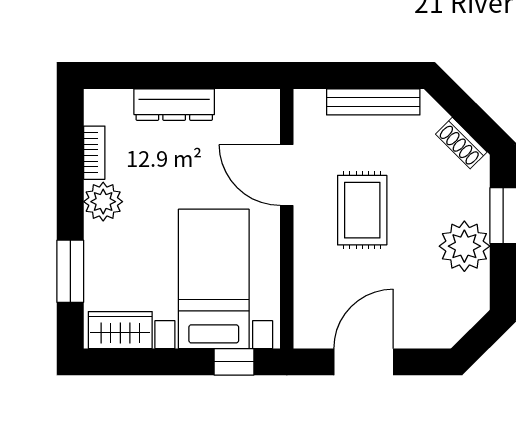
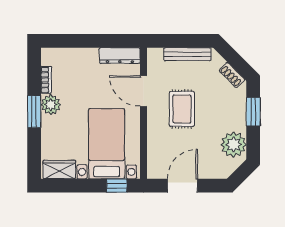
dresser: (174, 105) -> (120, 55), moved
plant: (464, 246) -> (234, 145), moved
window: (70, 271) -> (34, 112), moved

